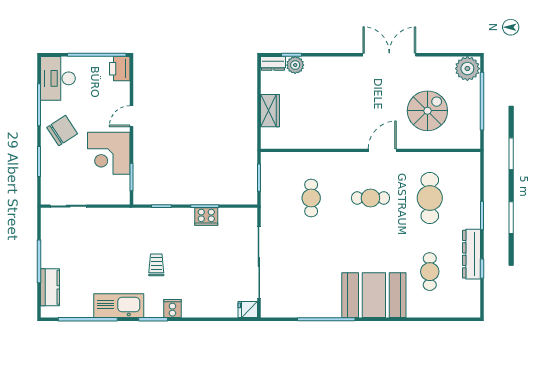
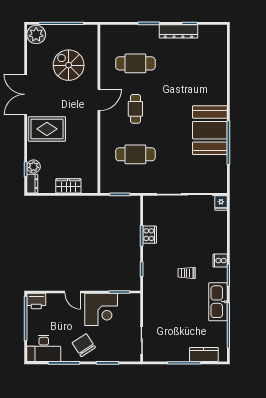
rug: (344, 83) -> (47, 129), added
door: (382, 150) -> (99, 100), swing flipped
cafe table: (311, 198) -> (135, 154), width x1.37, depth x1.35
cafe table: (430, 272) -> (192, 63), removed
booth: (374, 295) -> (210, 130), moved

